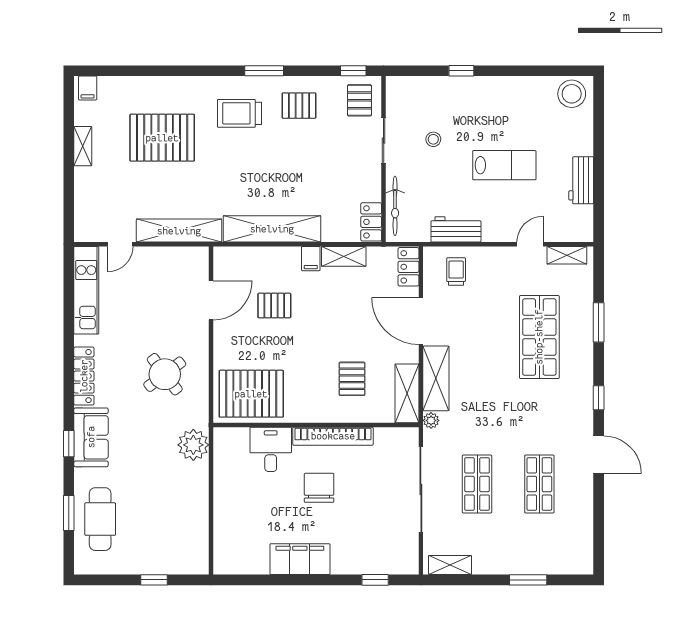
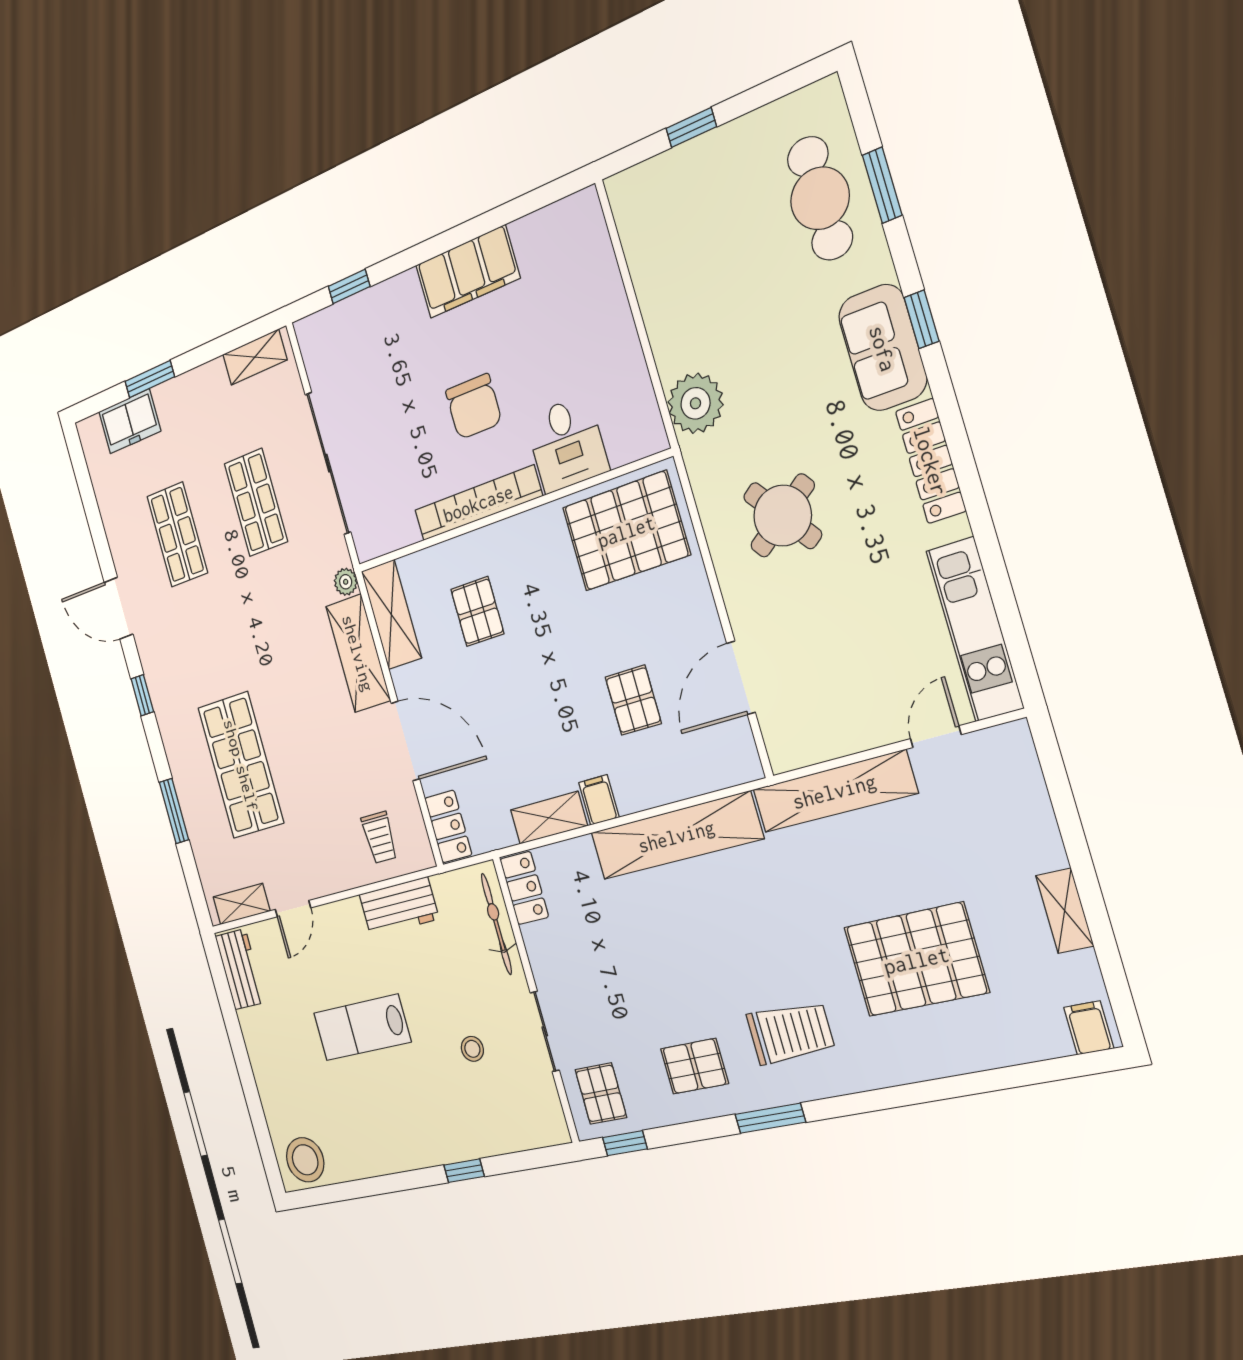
workbench: (581, 180) -> (240, 969), moved
pallet: (274, 306) -> (633, 700), turned 90
freezer: (551, 561) -> (130, 421), added

